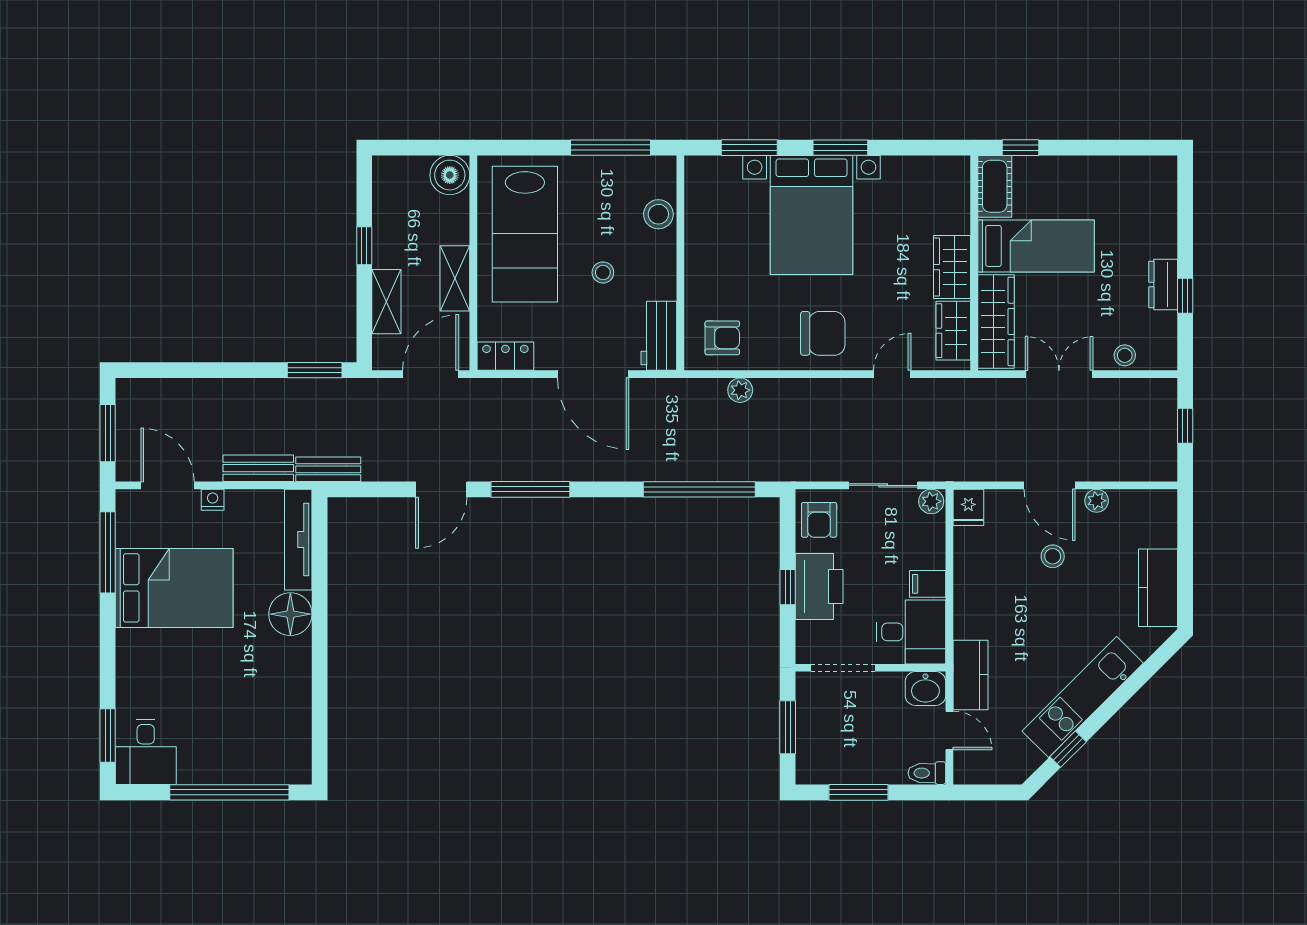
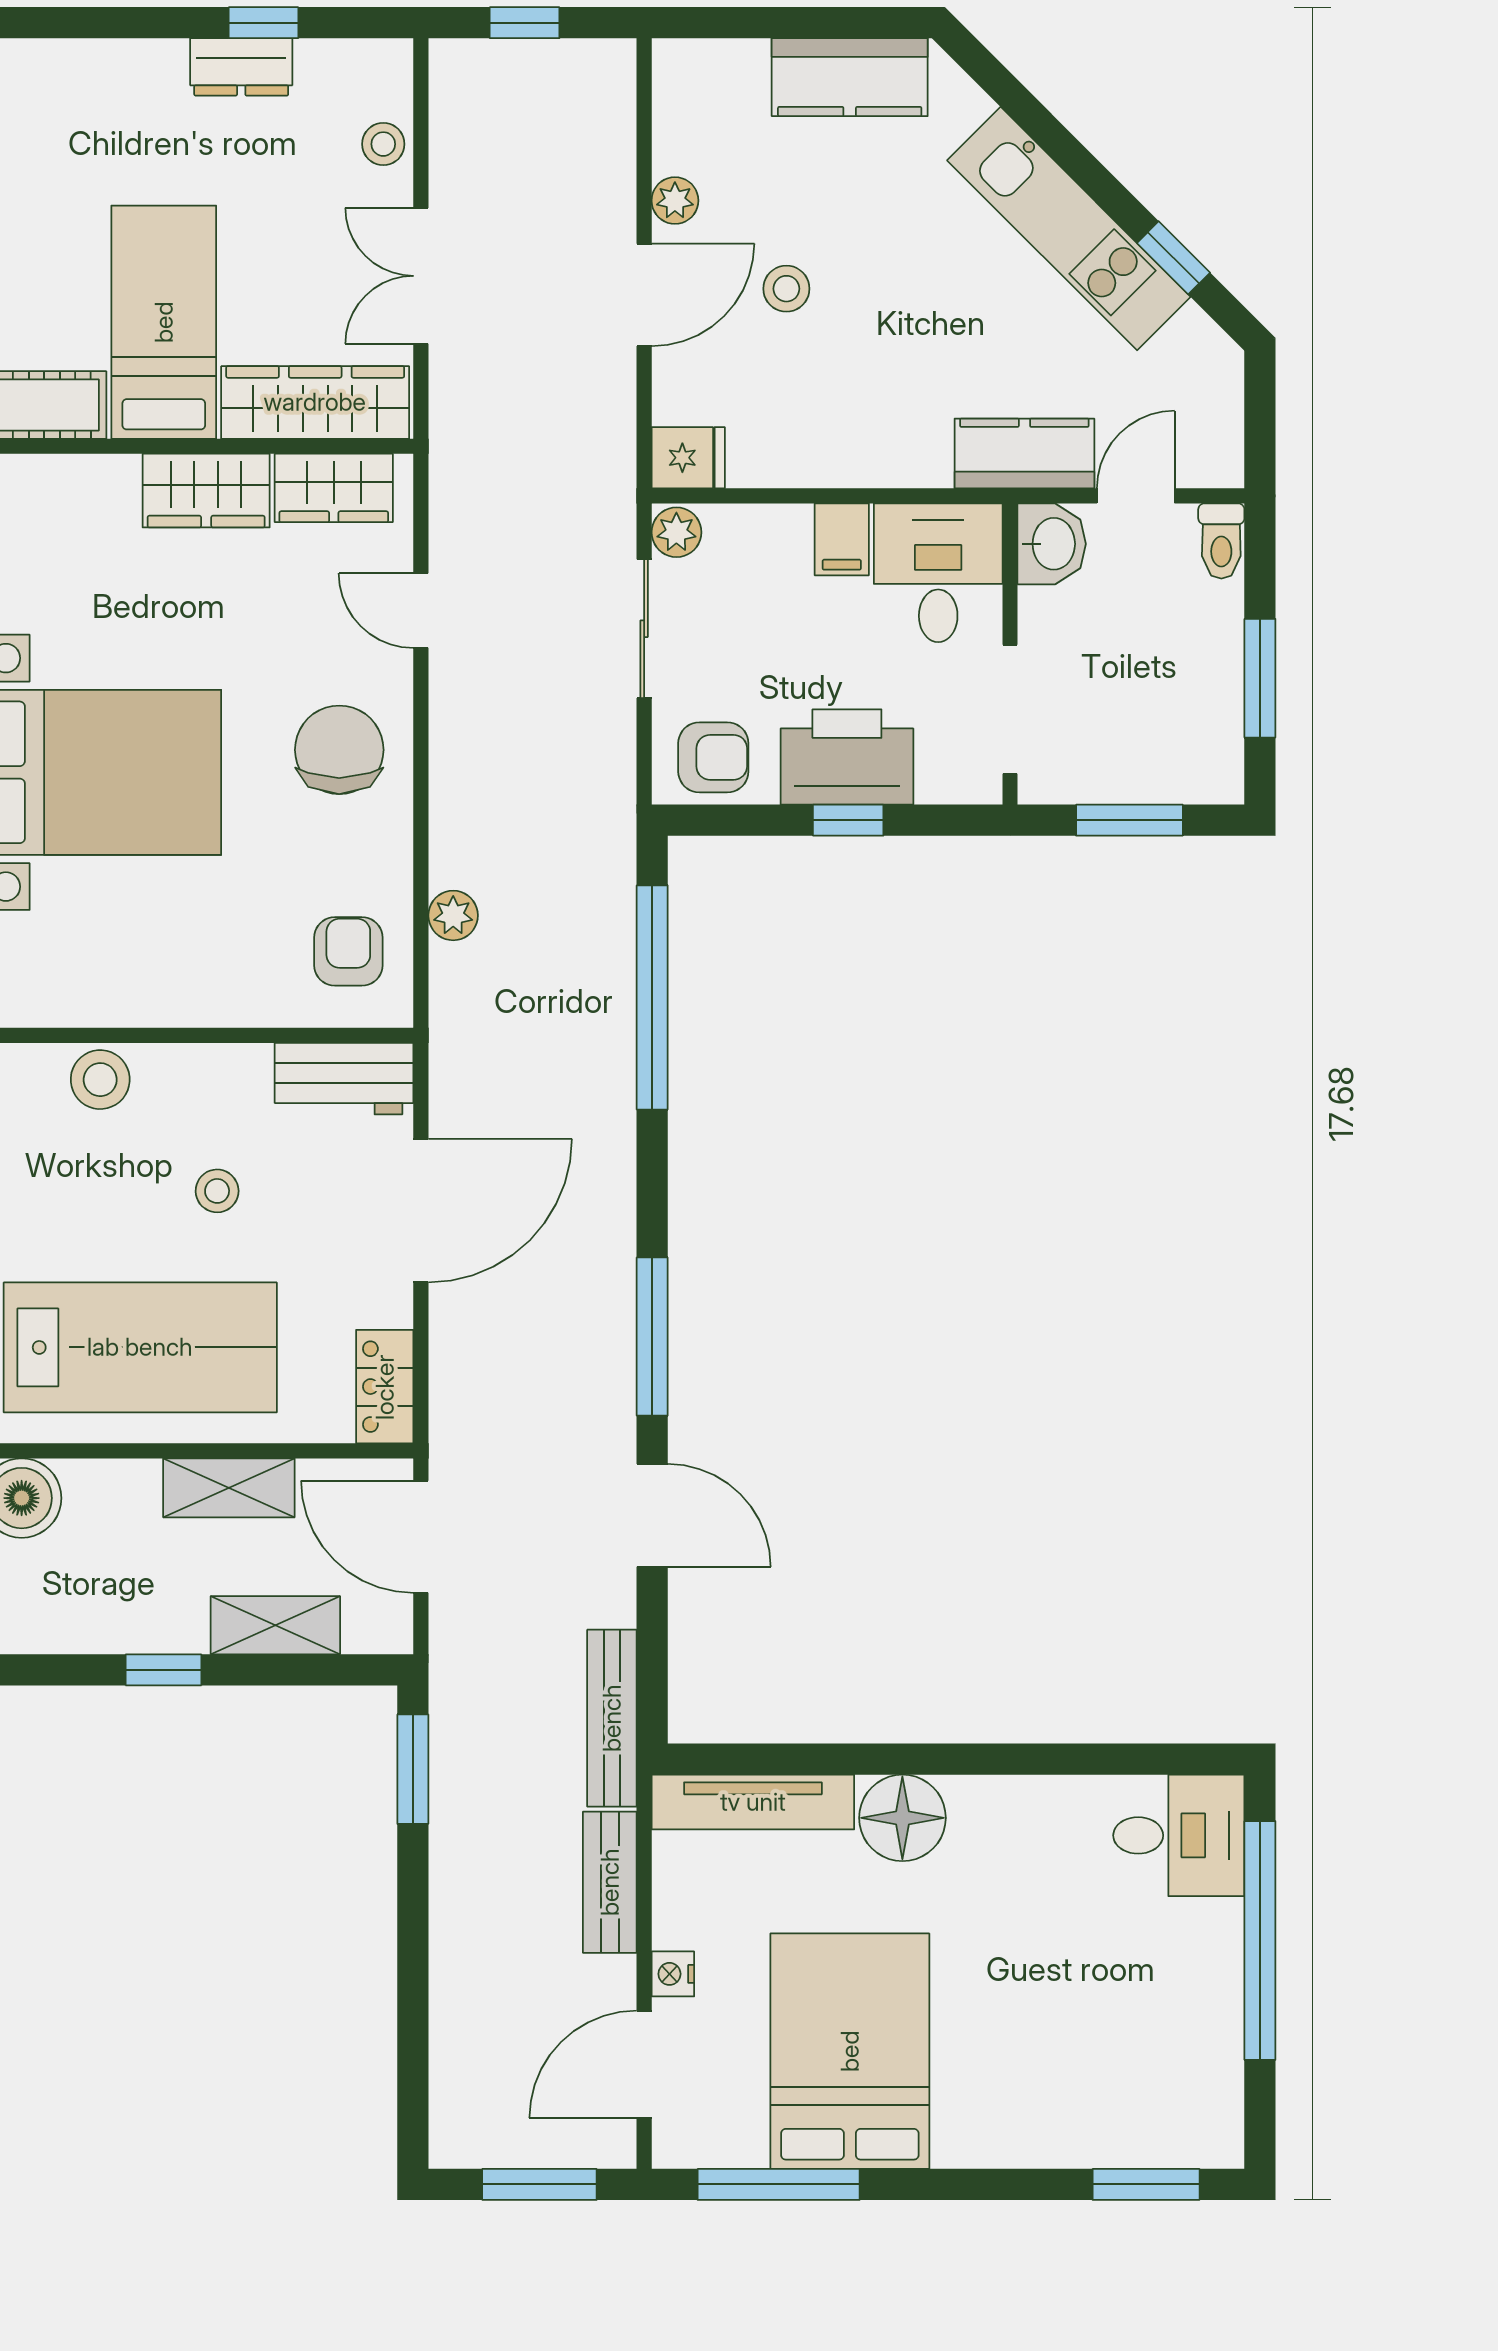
bench: (328, 469) -> (612, 1718), width x1.36
desk: (146, 752) -> (1179, 1835), moved

